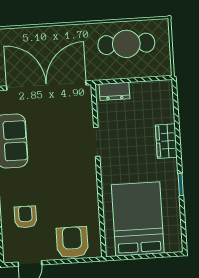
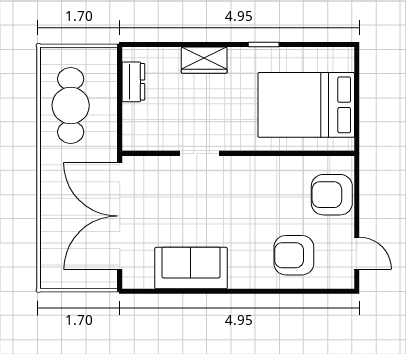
dresser: (114, 91) -> (133, 82), moved
armchair: (25, 217) -> (294, 255), width x1.38, depth x1.38

